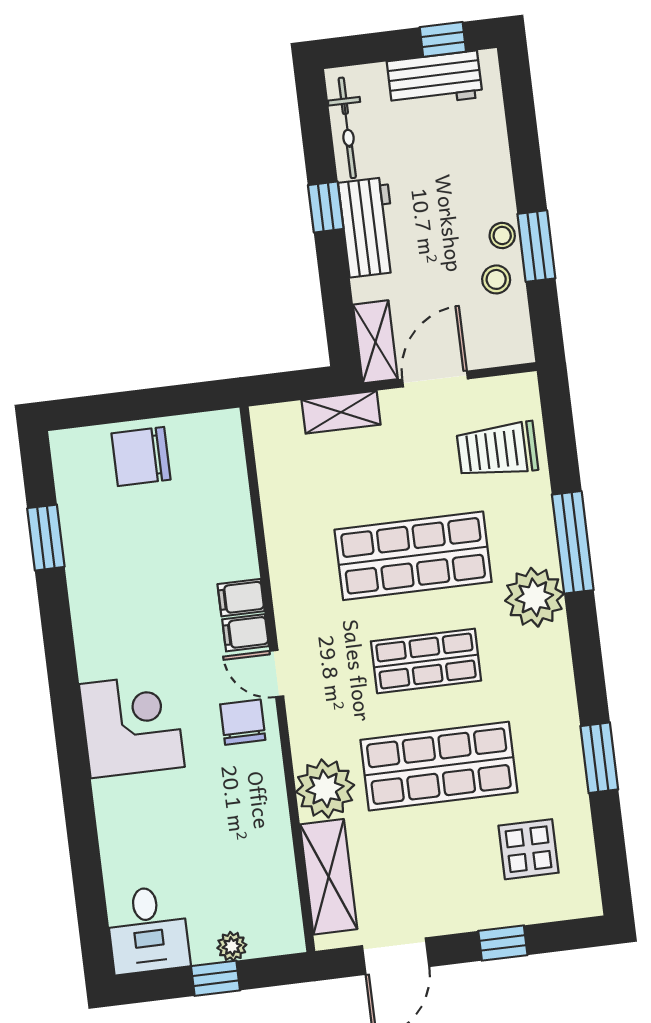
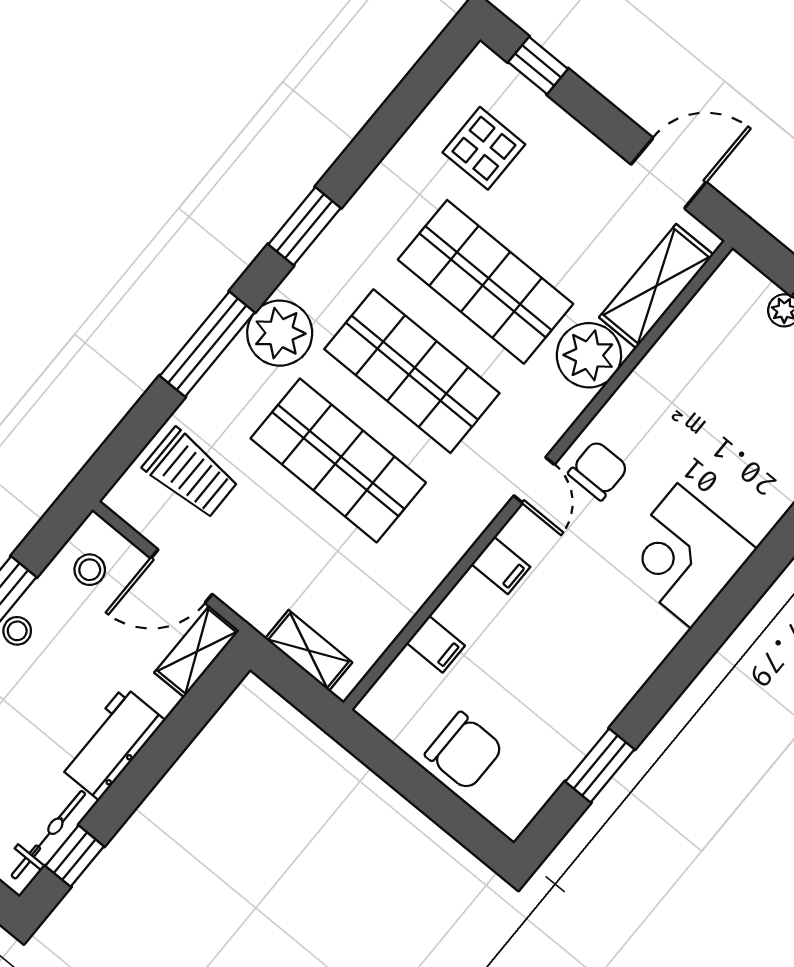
window: (326, 207) -> (75, 856), moved
stool: (496, 279) -> (90, 570), moved
shelving: (341, 412) -> (309, 650), moved
filing cabinet: (245, 633) -> (436, 644), moved
shop shelf: (426, 661) -> (412, 371), width x1.43, depth x1.36
chair: (243, 722) -> (598, 470), turned 180
window: (599, 758) -> (304, 226), moved
window: (503, 943) -> (538, 65), moved

